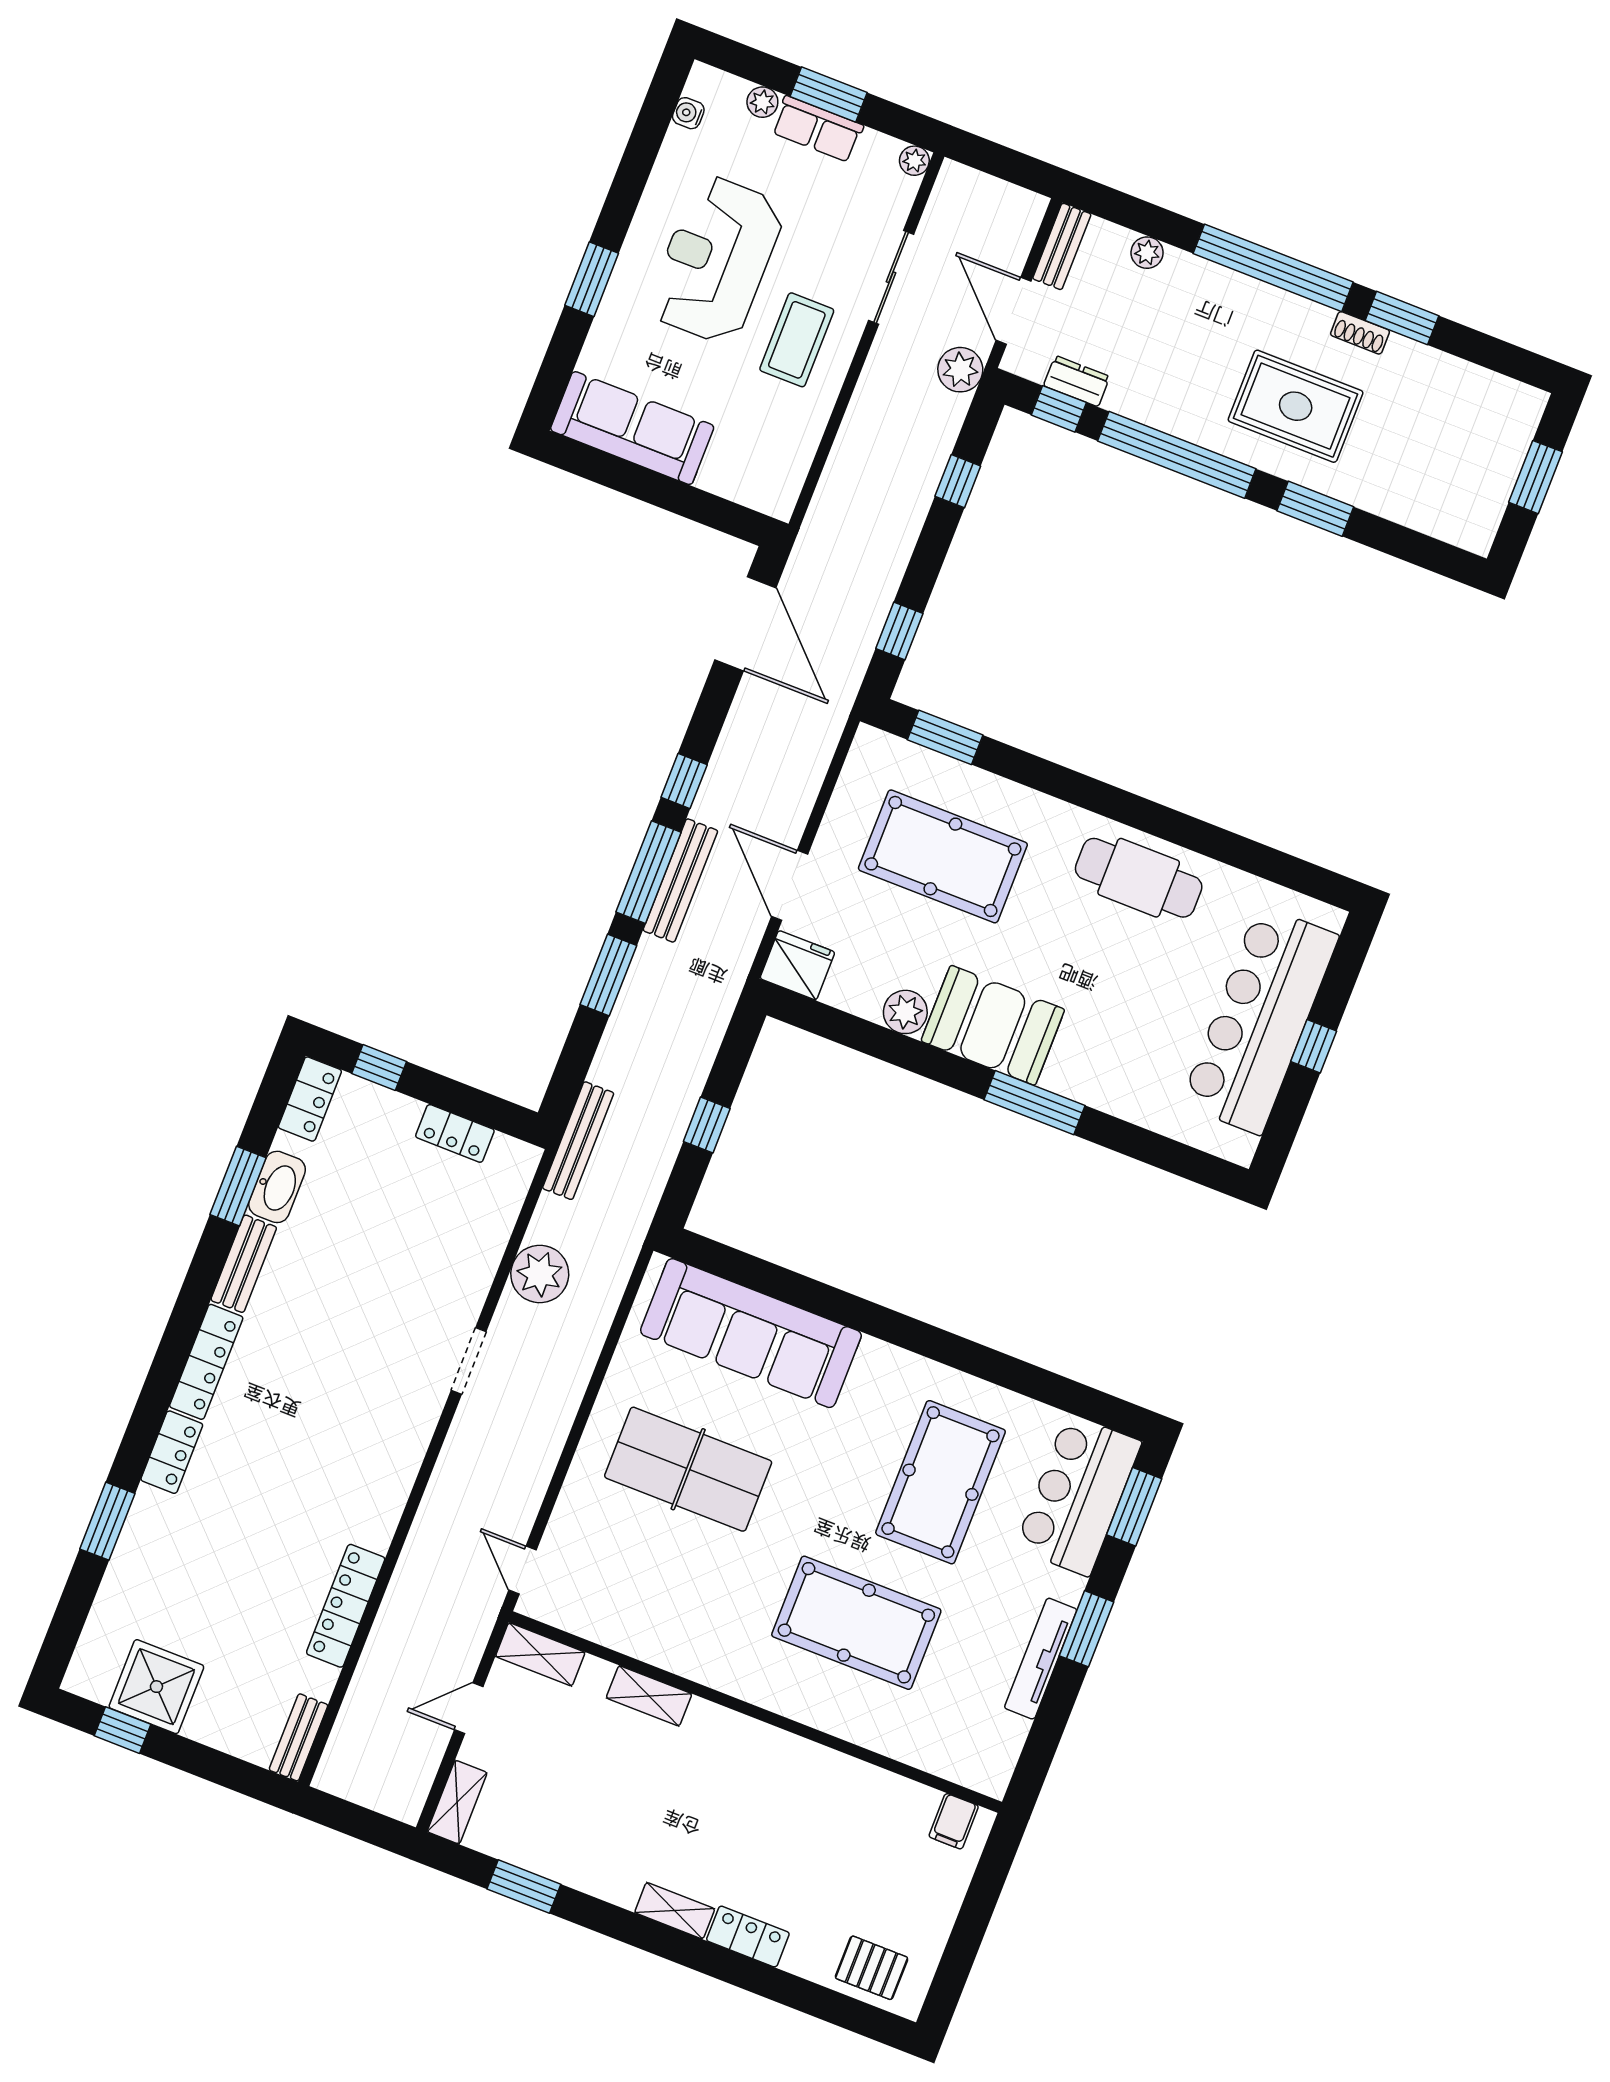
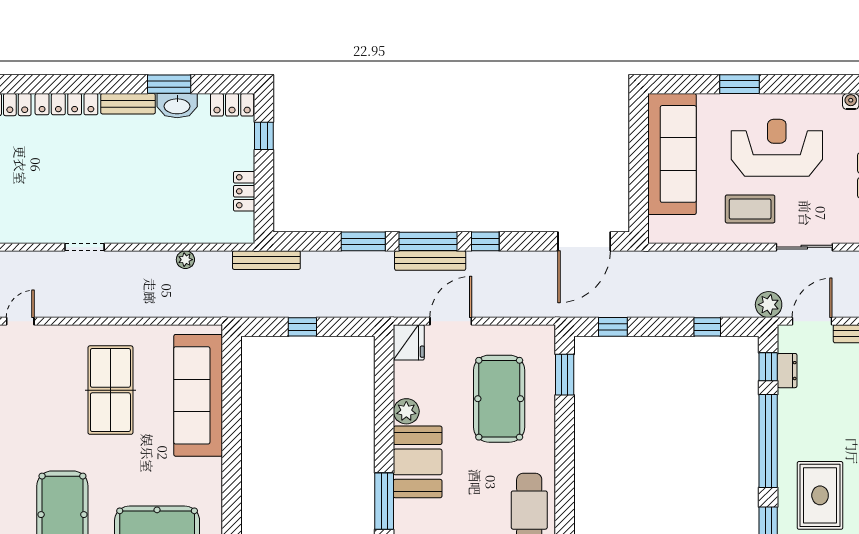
sofa: (632, 428) -> (672, 154), width x1.36, depth x1.27
plant: (540, 1274) -> (185, 260), width x0.53, depth x0.53
doorway: (469, 1361) -> (85, 247), moved

